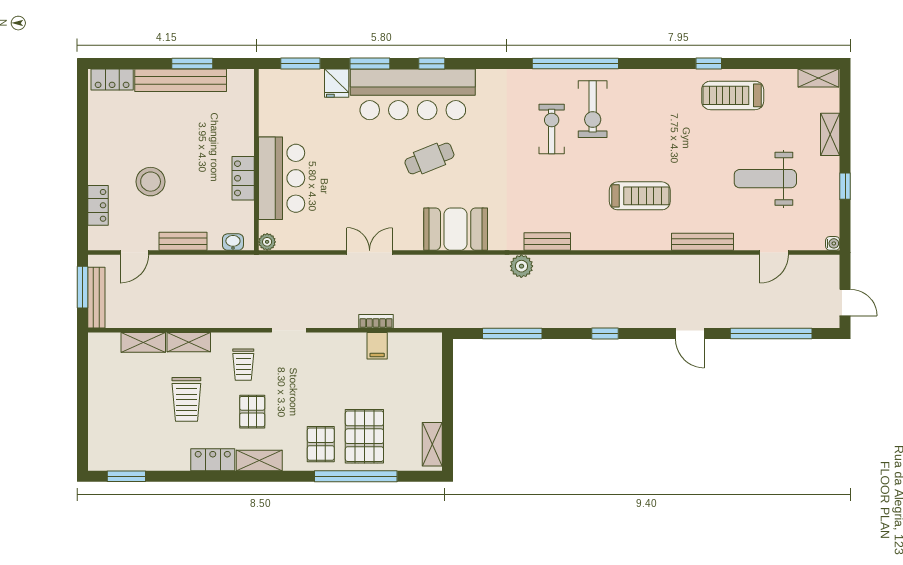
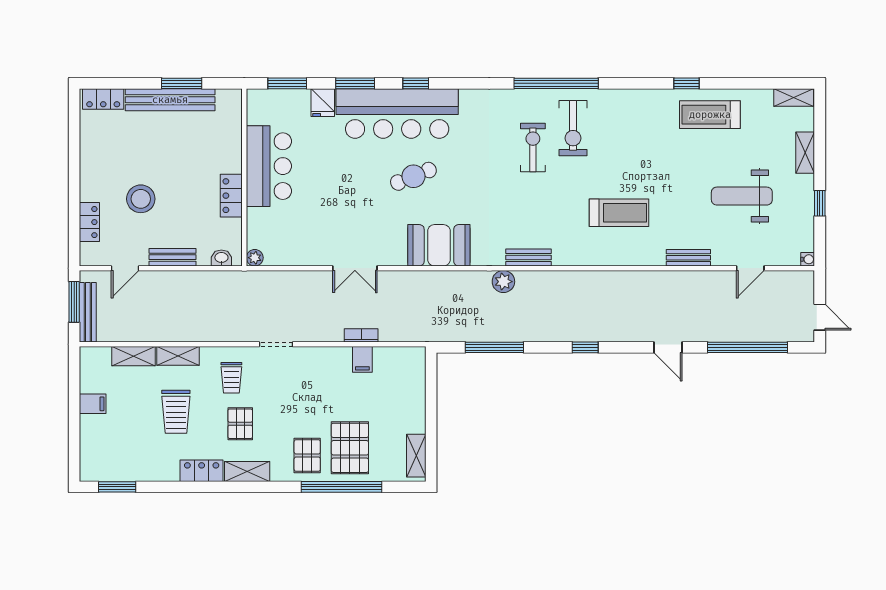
bar counter: (282, 178) -> (269, 166), moved
bench: (703, 242) -> (688, 258), width x0.73
double door: (370, 253) -> (355, 268), swing flipped
filing cabinet: (101, 391) -> (93, 404), added

